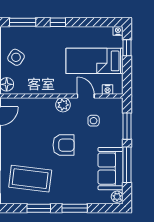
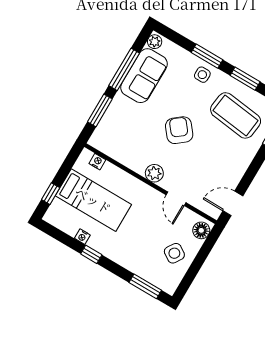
window: (58, 22) -> (91, 254), moved
nightstand: (118, 31) -> (82, 237), moved
door: (86, 96) -> (176, 199), moved
side table: (94, 121) -> (202, 75), moved
armchair: (63, 145) -> (179, 130), turned 51

